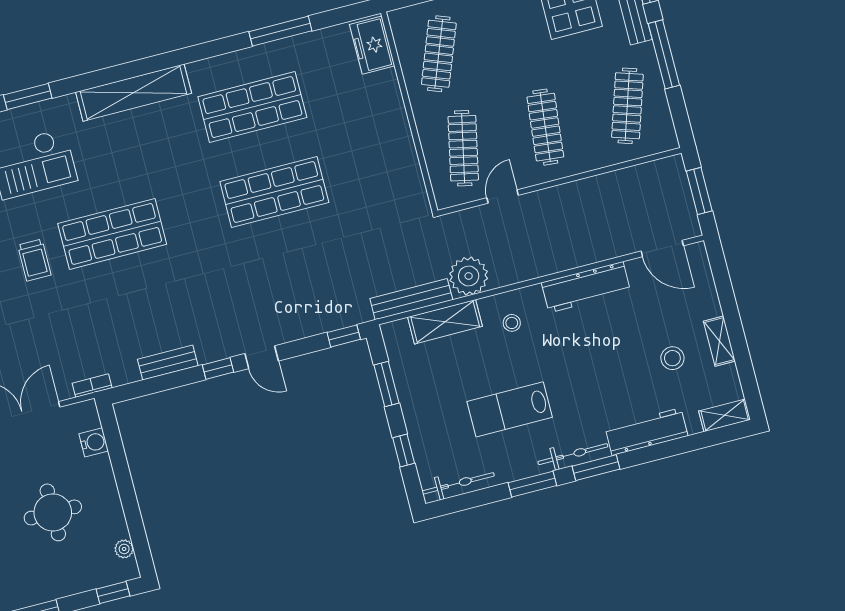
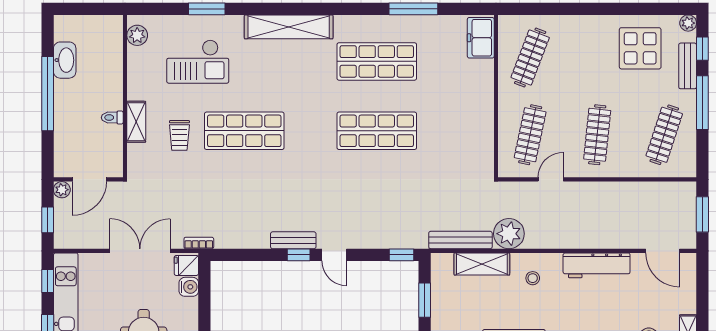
bench: (168, 362) -> (293, 240), moved
fridge: (84, 417) -> (186, 265), added

